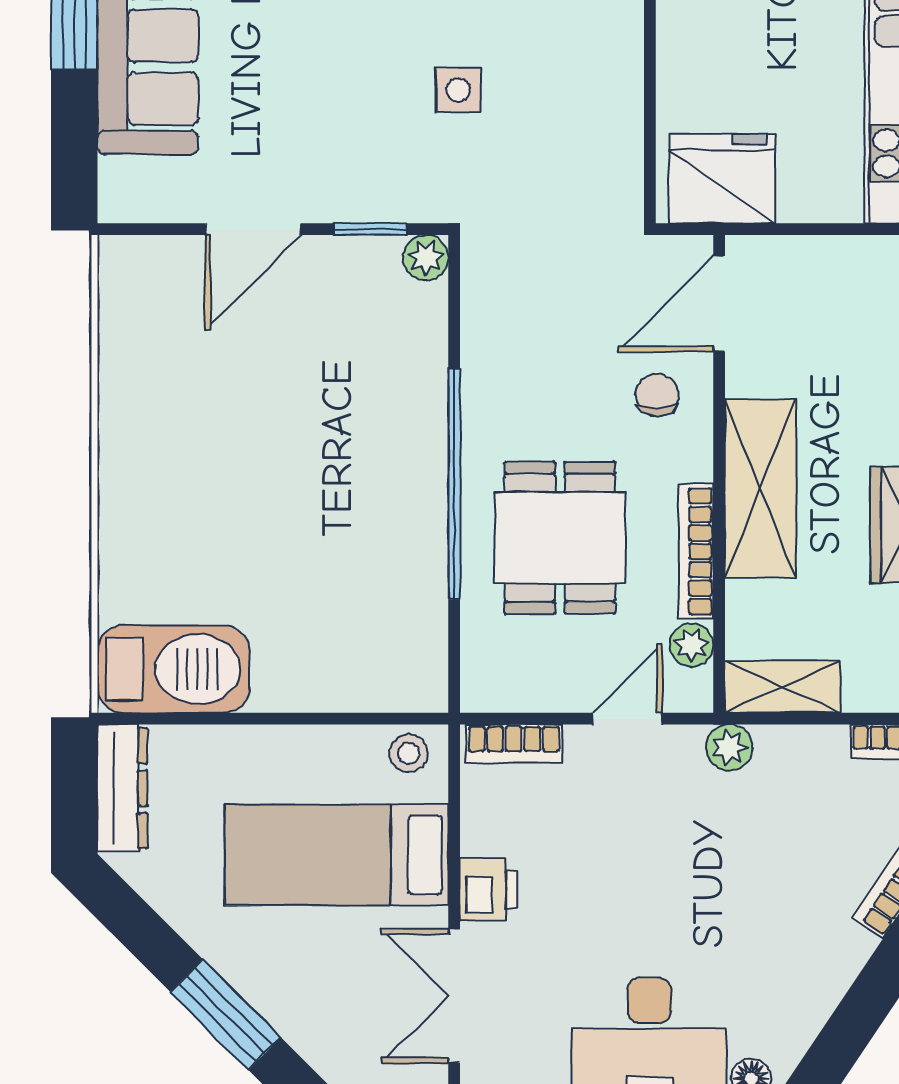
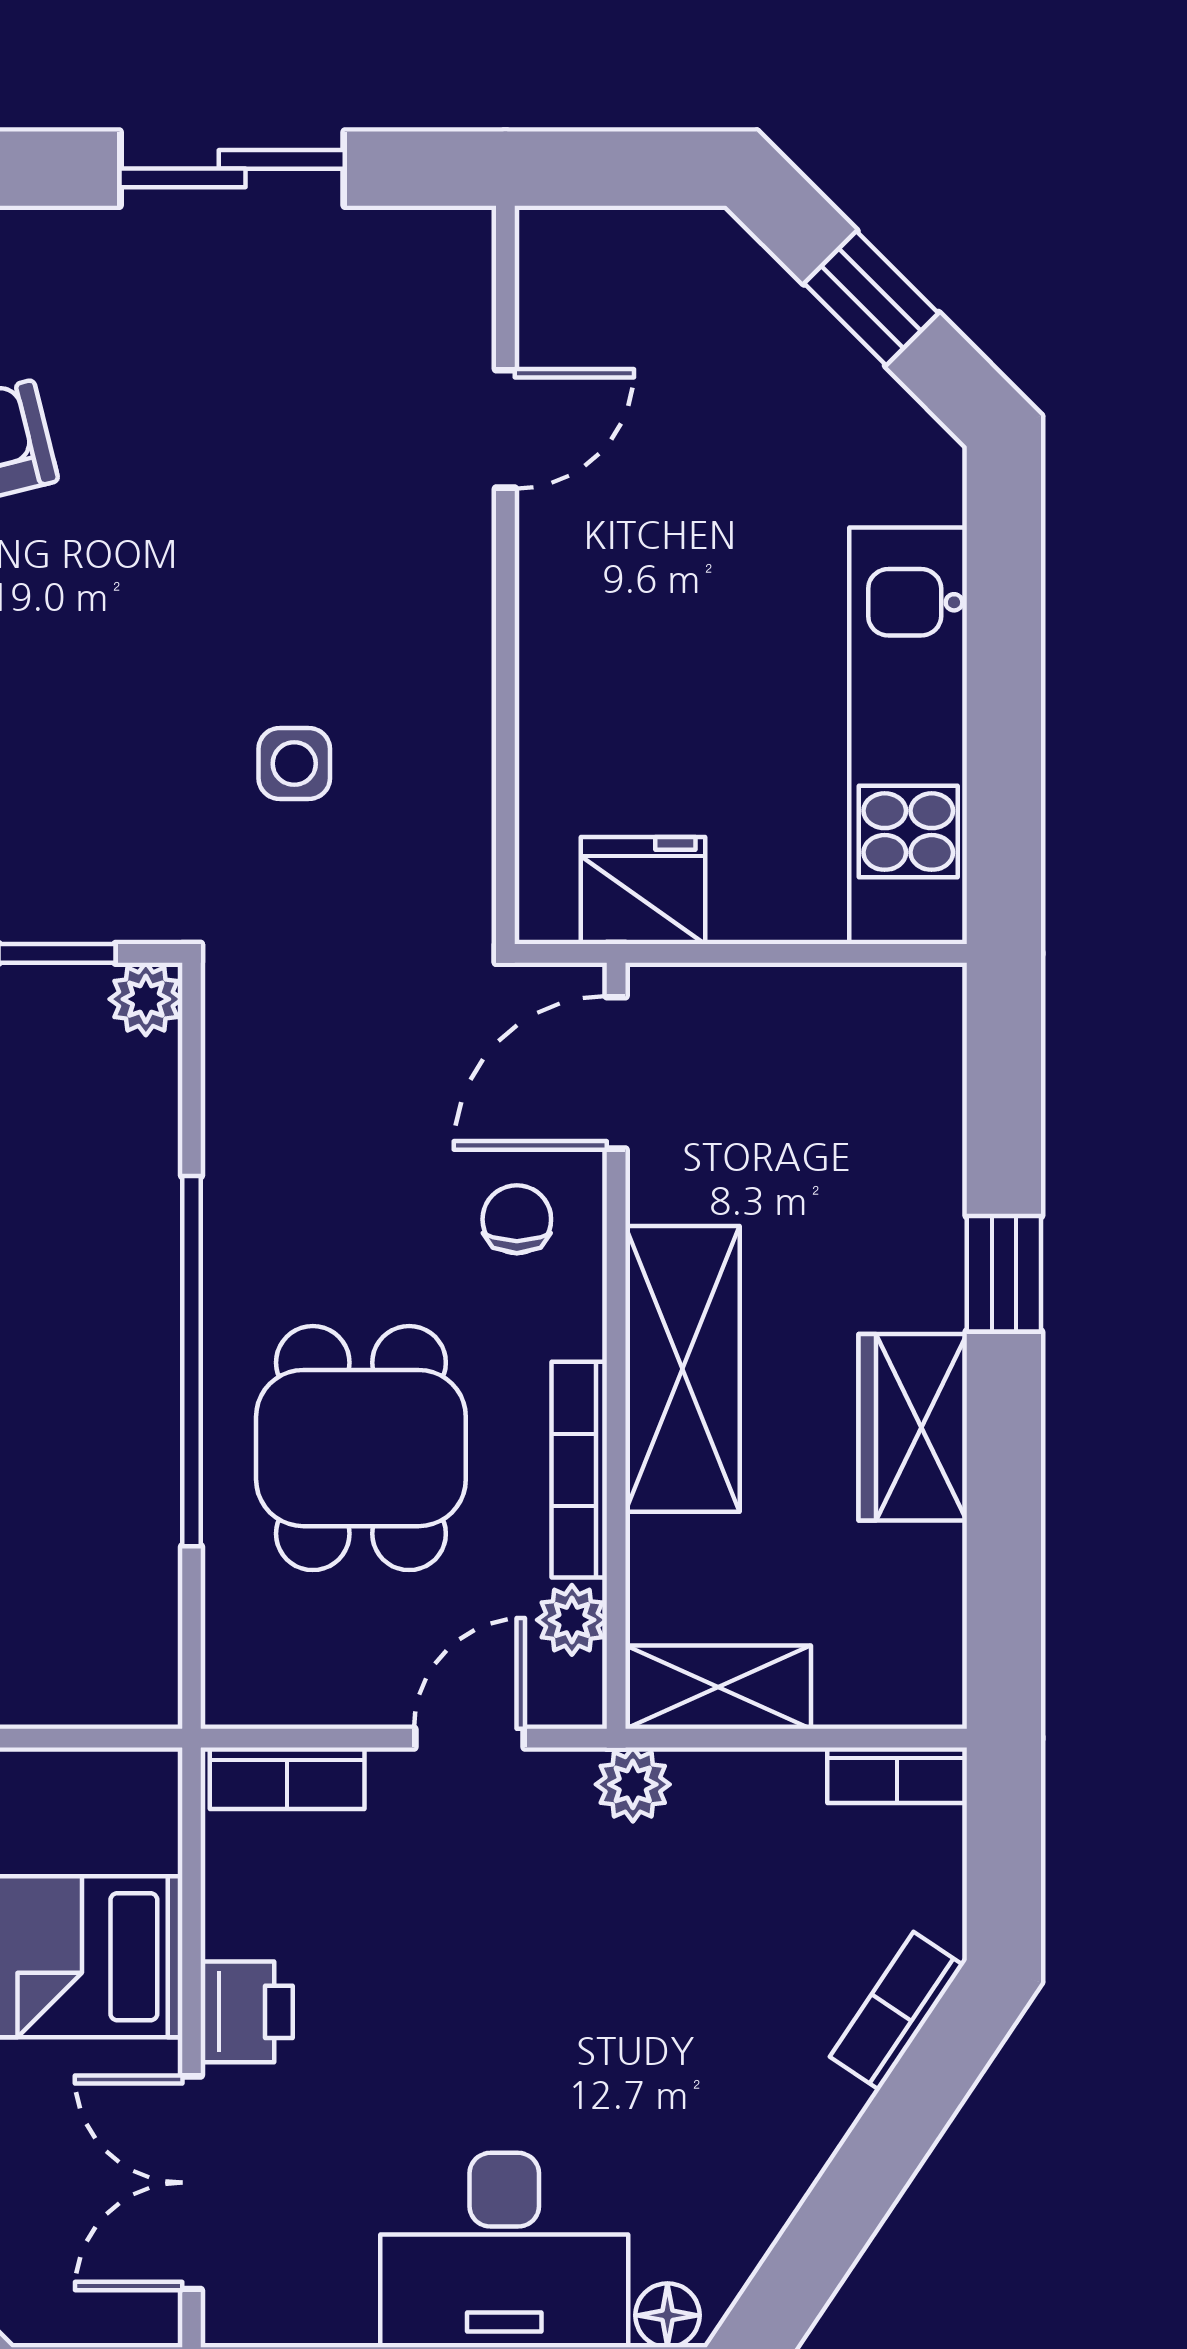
side table: (458, 90) -> (294, 764), moved
fridge: (722, 179) -> (643, 891), width x0.73, depth x0.75
stool: (409, 753) -> (118, 1793), removed

